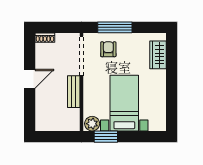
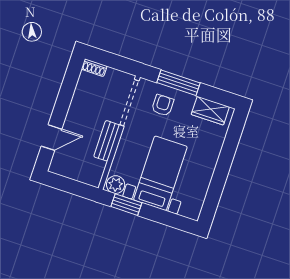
wardrobe: (158, 55) -> (210, 111), moved, turned -90
door: (30, 79) -> (51, 138), moved

